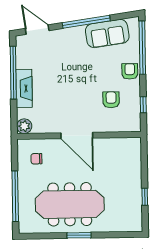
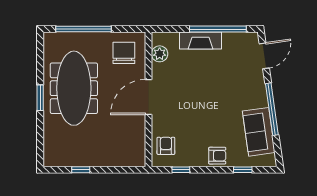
window: (142, 48) -> (243, 170), width x0.32
armchair: (111, 100) -> (166, 146), moved, turned -90
plant: (24, 126) -> (160, 54), moved
chair: (36, 159) -> (124, 53), width x1.87, depth x1.87

